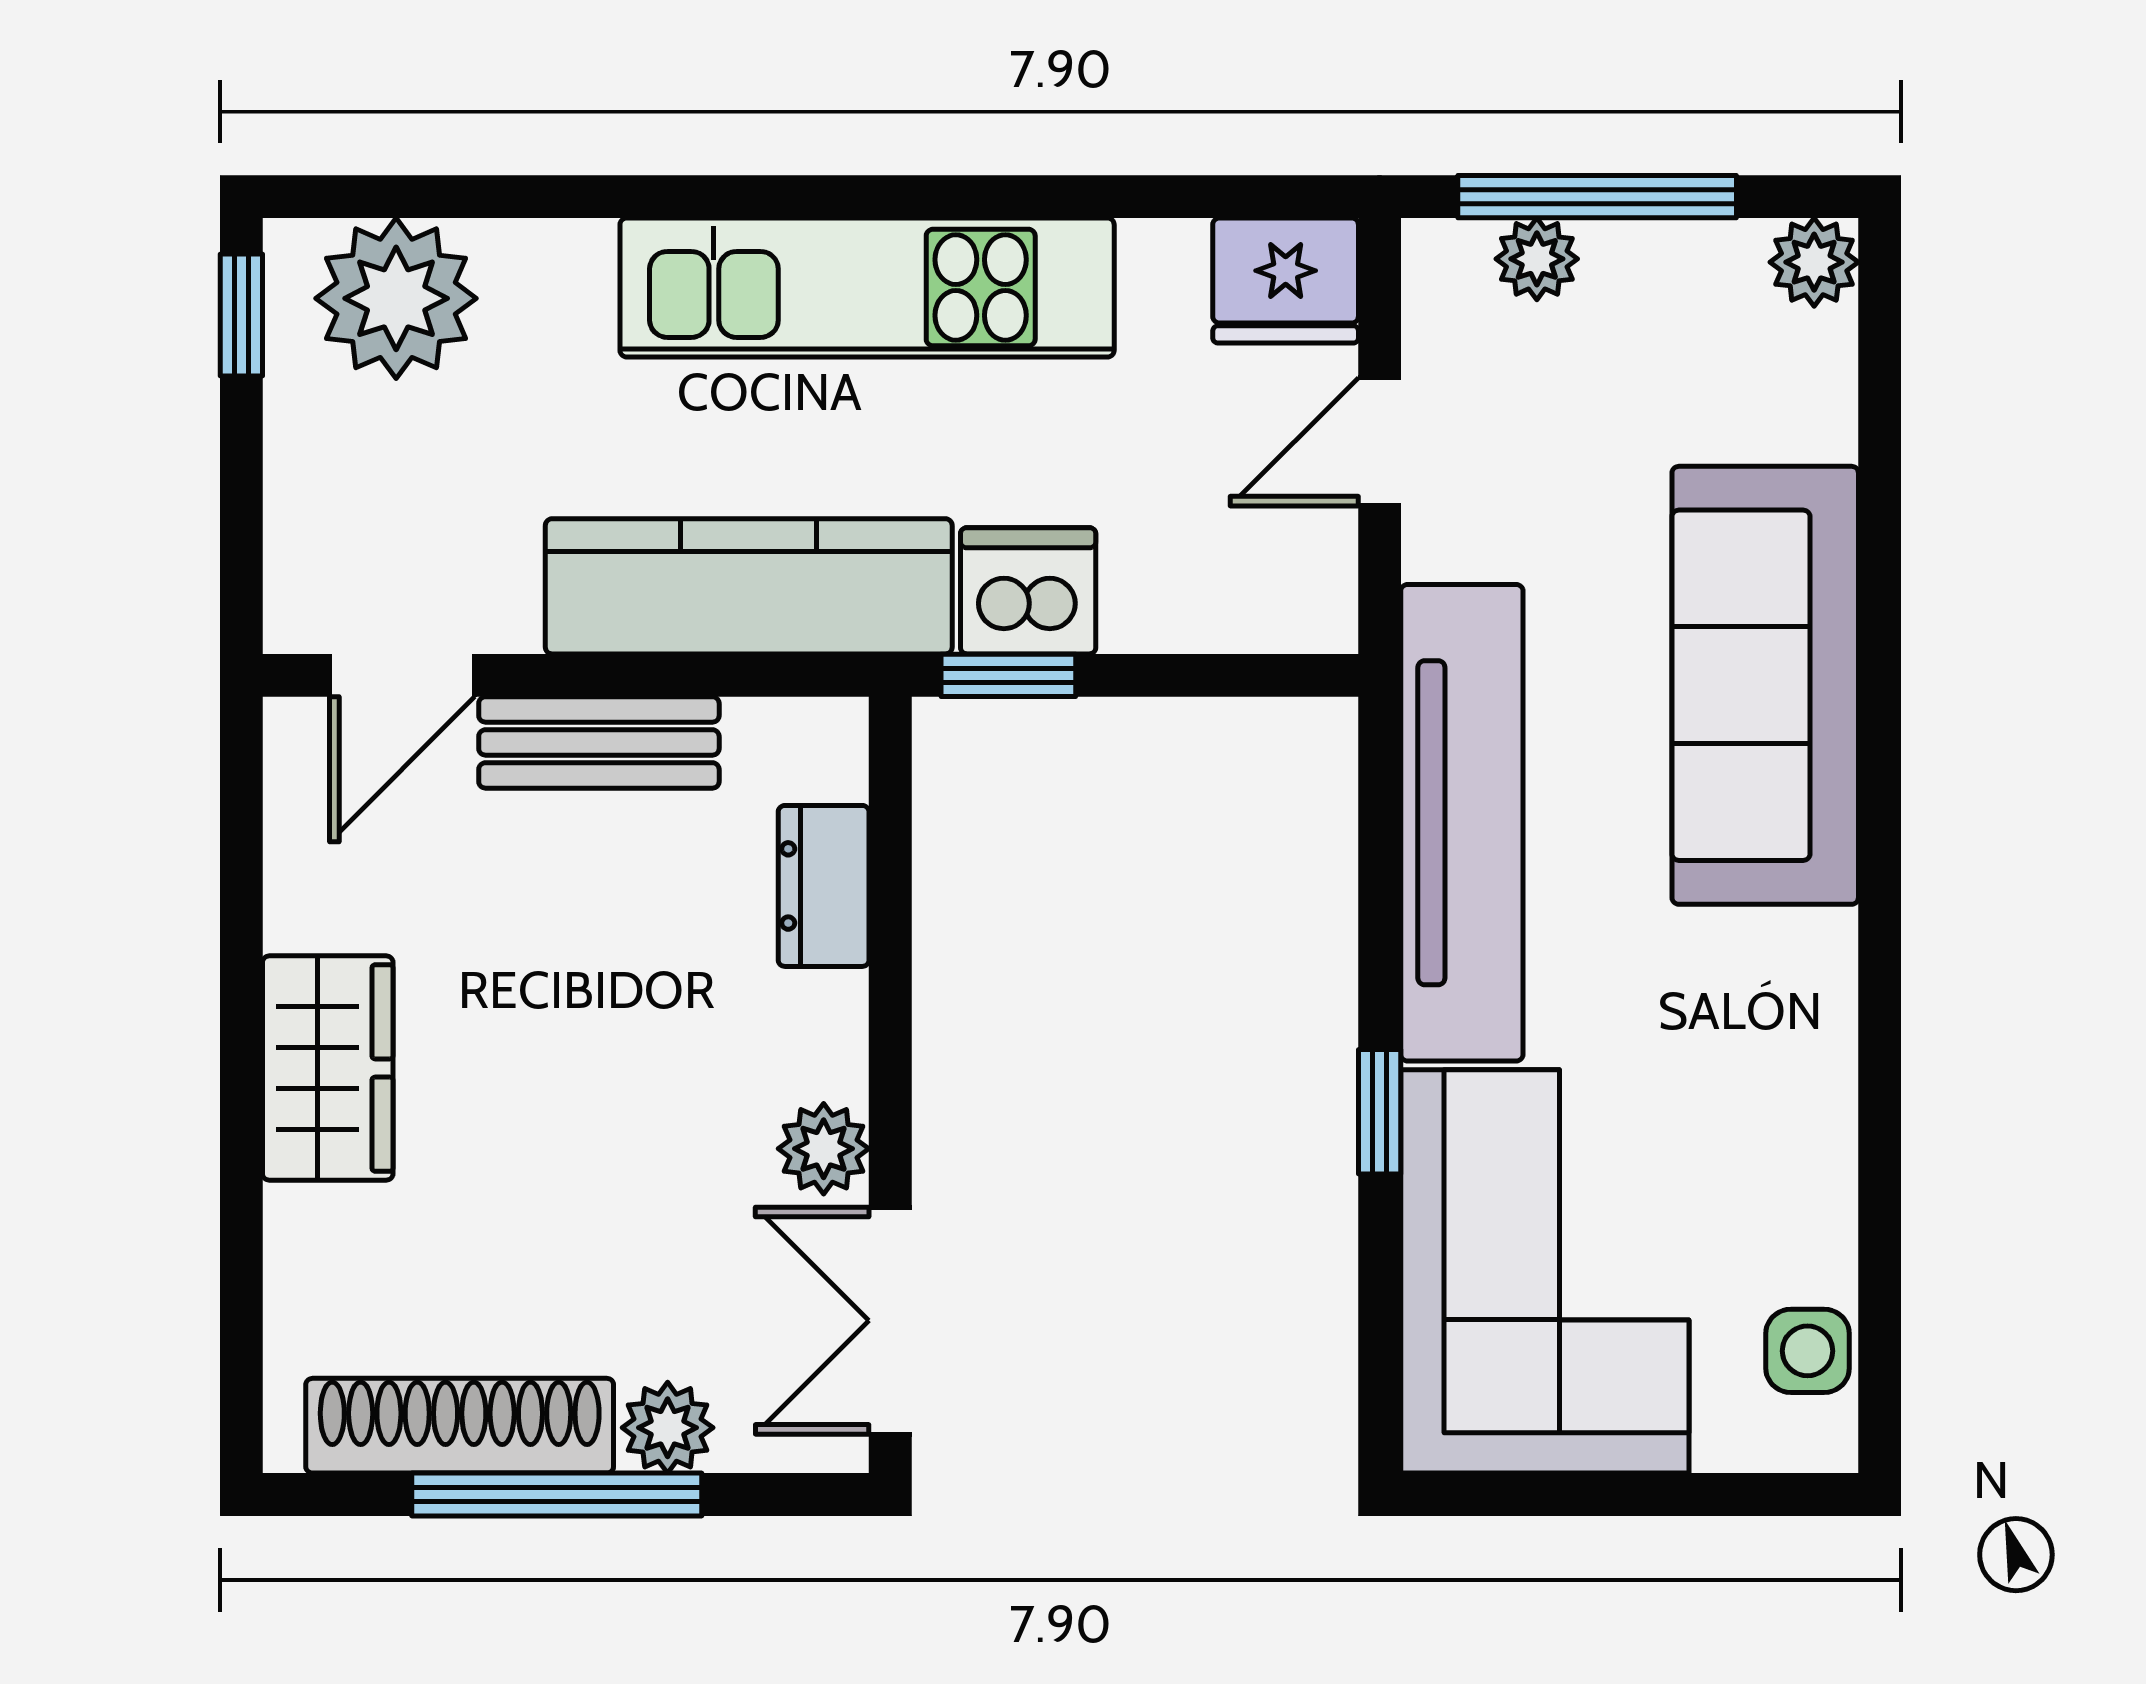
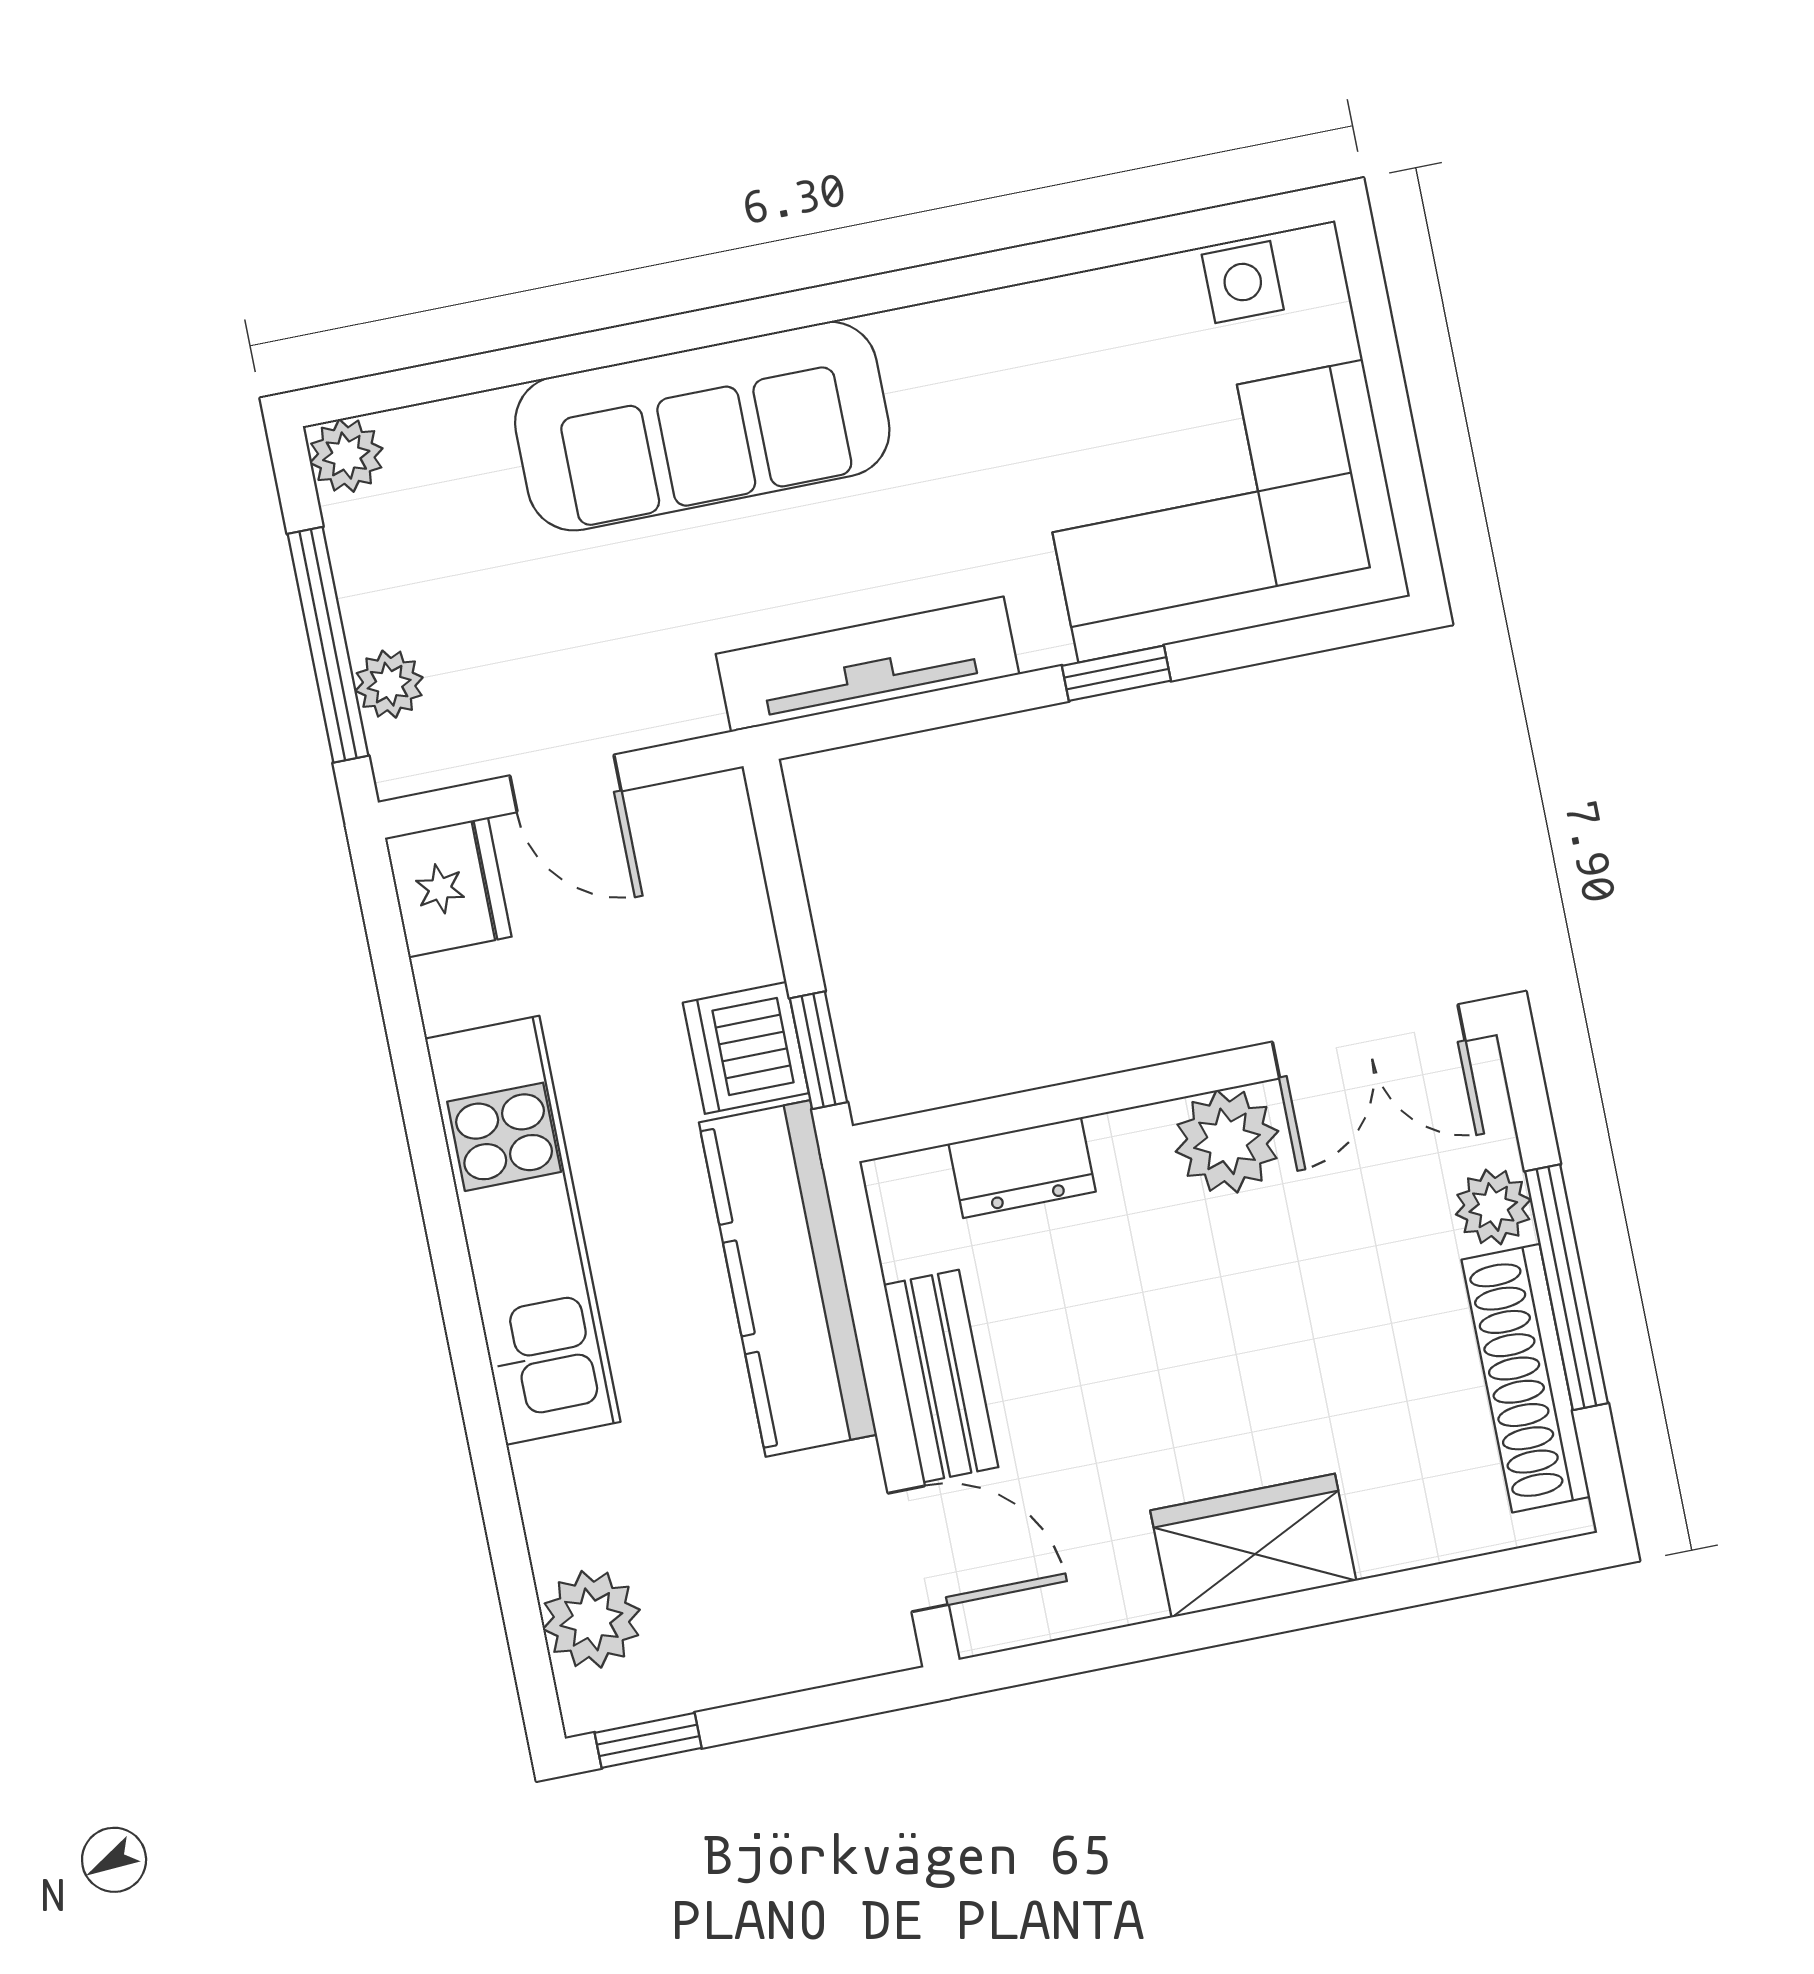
plant: (396, 298) -> (591, 1619), width x0.73, depth x0.73
tv unit: (1462, 823) -> (867, 664), width x0.73, depth x0.78
plant: (824, 1149) -> (1227, 1141), width x1.38, depth x1.38

